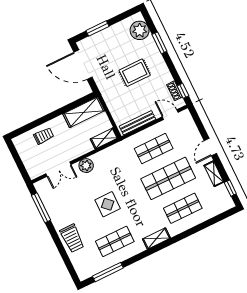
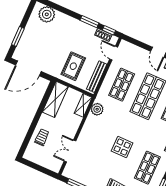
window: (159, 43) -> (89, 22), moved
rug: (135, 73) -> (73, 66), moved
door: (170, 115) -> (114, 53), hinge flipped
plant: (86, 166) -> (97, 109), moved
double door: (58, 169) -> (70, 151), swing flipped

